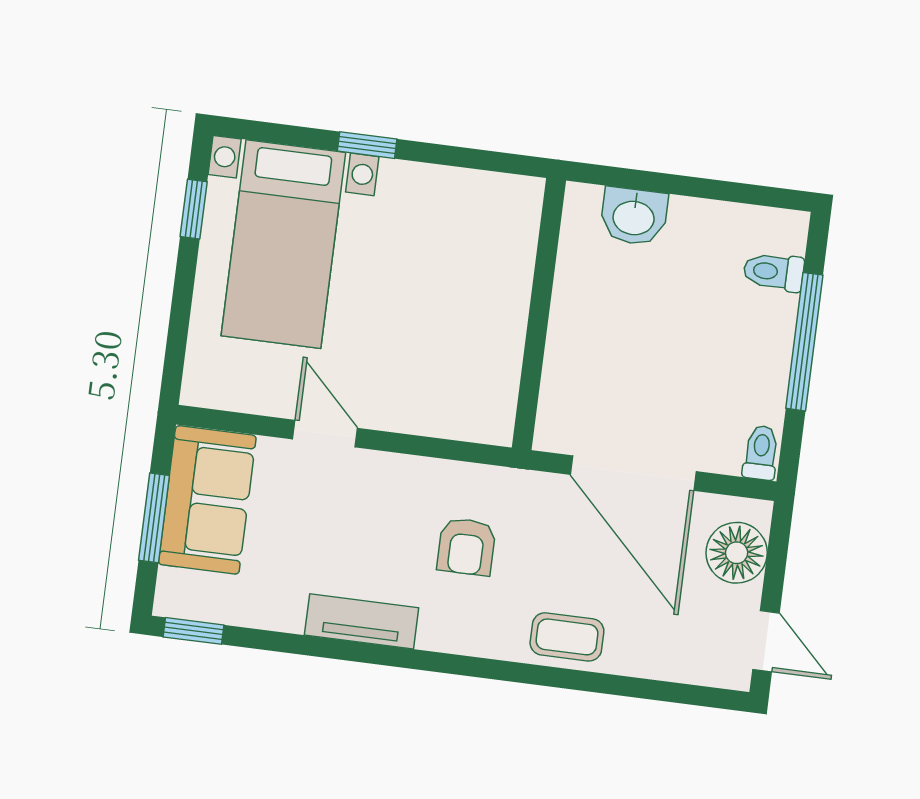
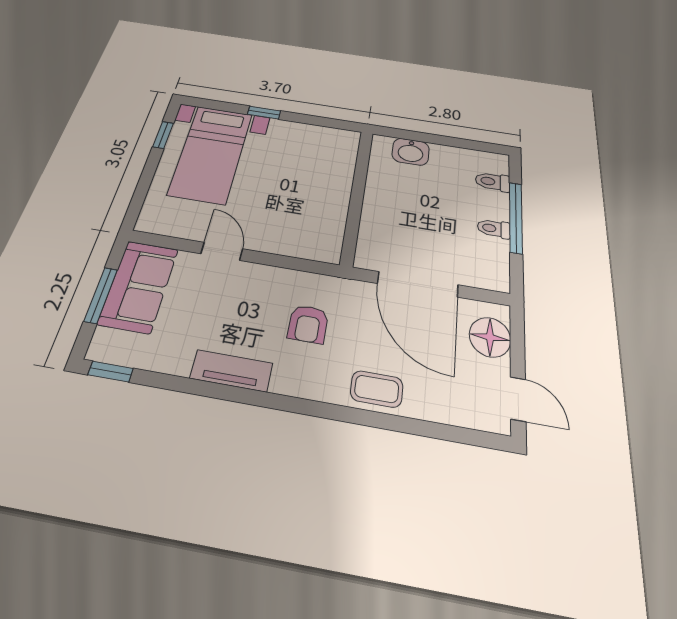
toilet: (761, 453) -> (494, 229), moved, turned -90

